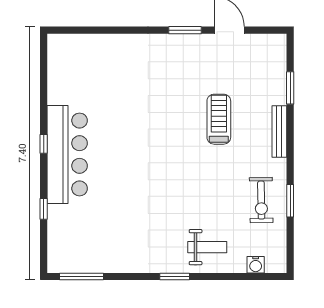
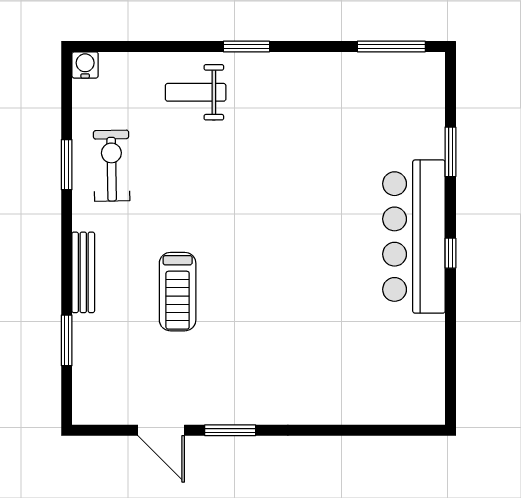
window: (44, 209) -> (450, 152), width x1.50
water cooler: (256, 265) -> (85, 65), moved

